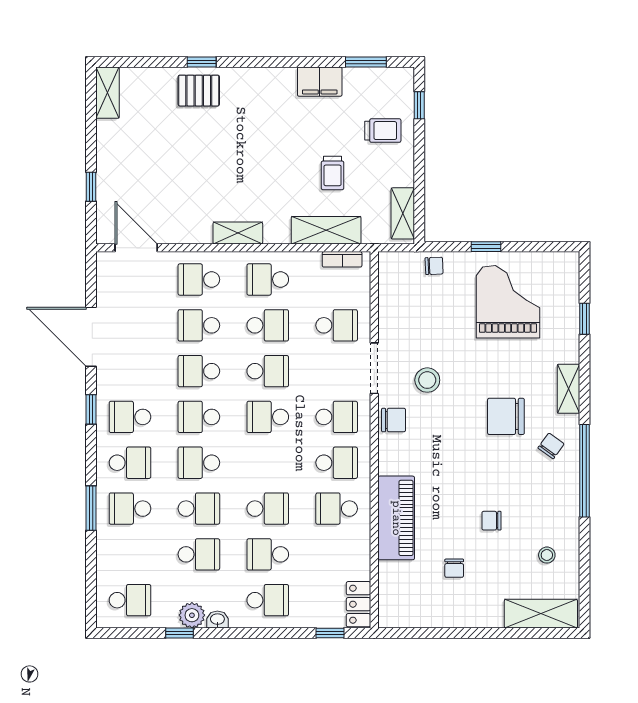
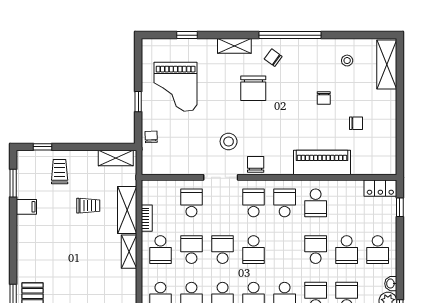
filing cabinet: (320, 82) -> (26, 207), width x0.50
shelving: (238, 233) -> (129, 252), moved
bookcase: (342, 259) -> (147, 218), moved
grand piano: (508, 302) -> (176, 87), turned -90
school desk: (268, 600) -> (378, 250), turned 180

